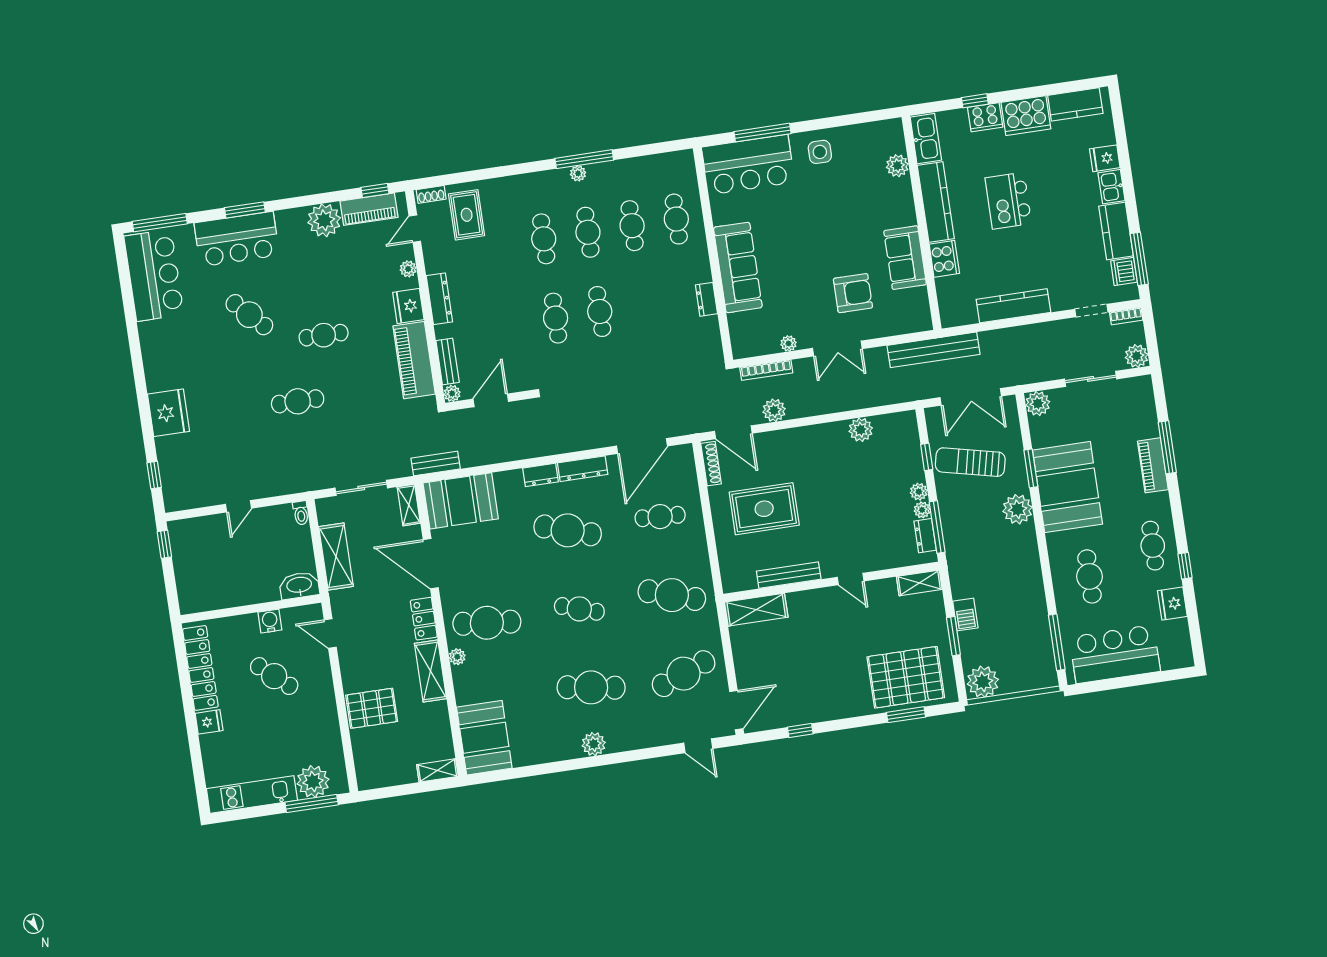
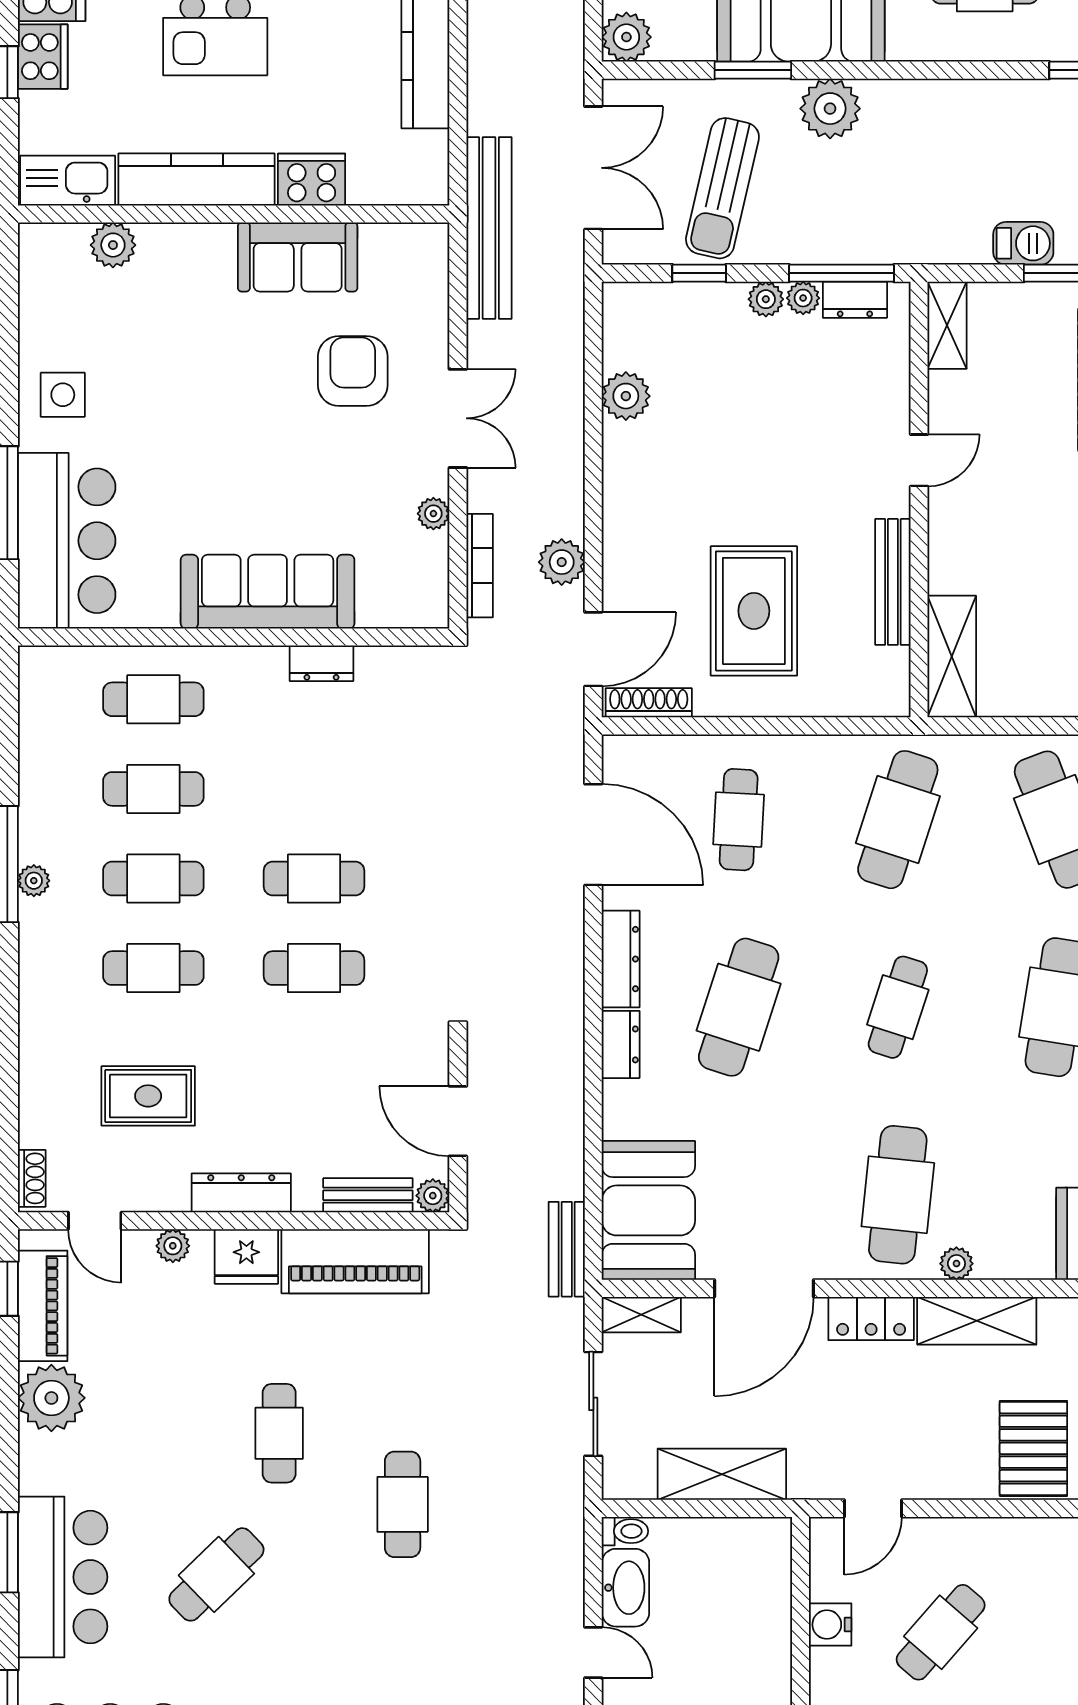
rug: (467, 215) -> (148, 1096), moved
washbasin: (299, 585) -> (625, 1588), moved, turned 180

